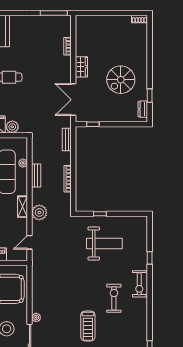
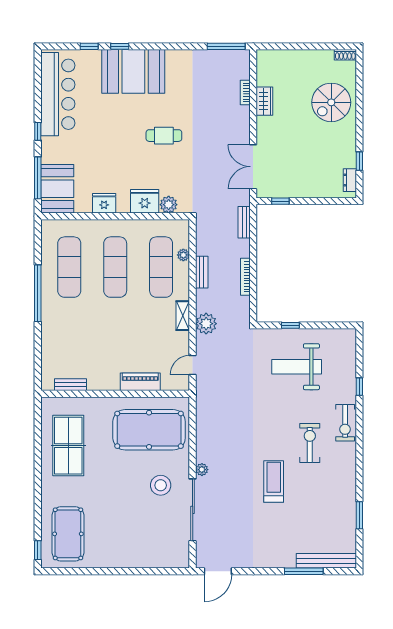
wardrobe: (81, 67) -> (264, 101), moved
spiral stairs: (121, 80) -> (331, 102), moved
weight bench: (104, 243) -> (297, 367), turned 180
treadmill: (88, 326) -> (274, 481), turned 180

